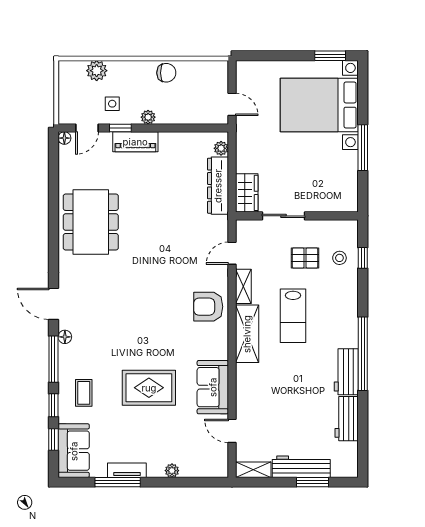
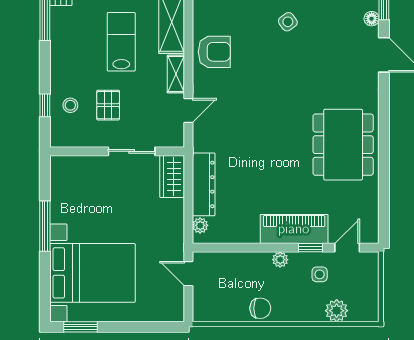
chair: (166, 73) -> (260, 308), turned 180
floor lamp: (64, 138) -> (372, 237), removed
piano: (135, 142) -> (294, 229), width x1.37, depth x1.33
pallet: (305, 258) -> (108, 105), turned 90
side table: (141, 334) -> (288, 22), added

